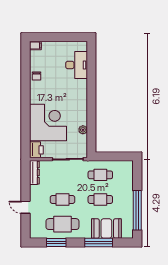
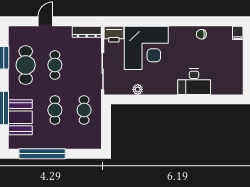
desk: (77, 65) -> (194, 82), moved

